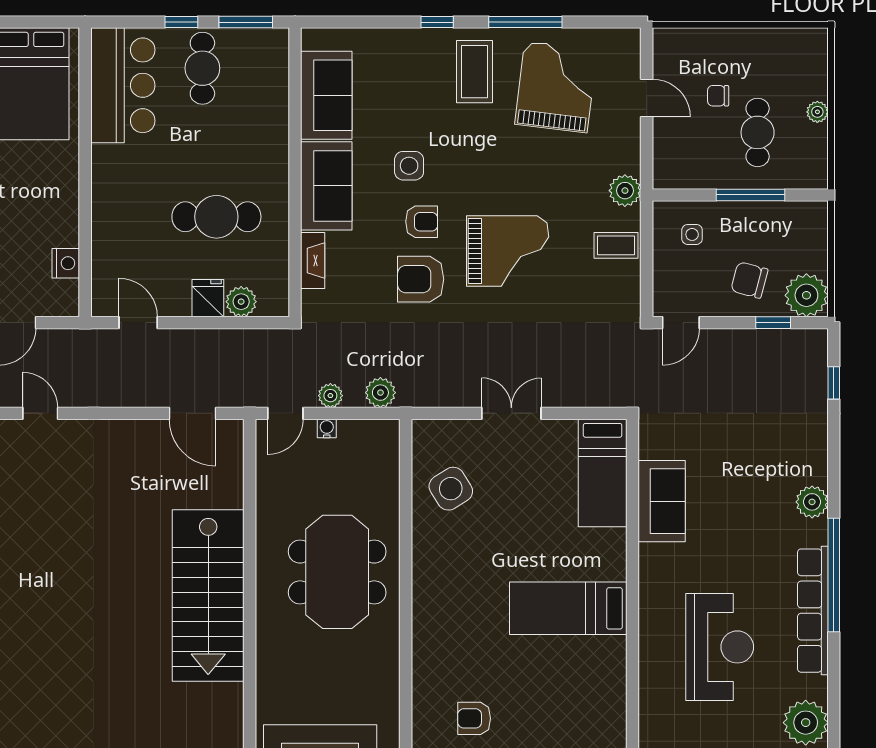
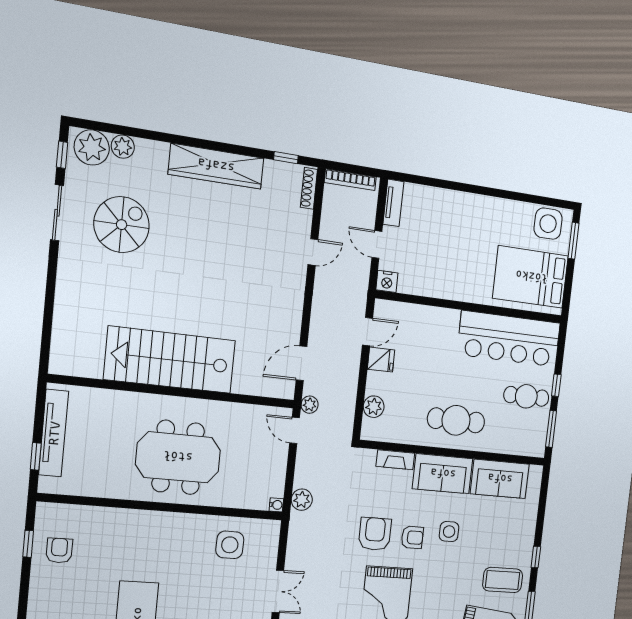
bar counter: (123, 85) -> (509, 339), width x1.36
cafe table: (216, 217) -> (456, 420), moved, turned 90
armchair: (422, 222) -> (412, 537), turned -90
nightstand: (66, 263) -> (387, 281), moved
fridge: (208, 298) -> (381, 360), moved
plant: (330, 396) -> (310, 405), moved
water cooler: (327, 428) -> (276, 505), moved
side table: (451, 489) -> (230, 545), turned 32
spiral stairs: (41, 676) -> (122, 225), added

